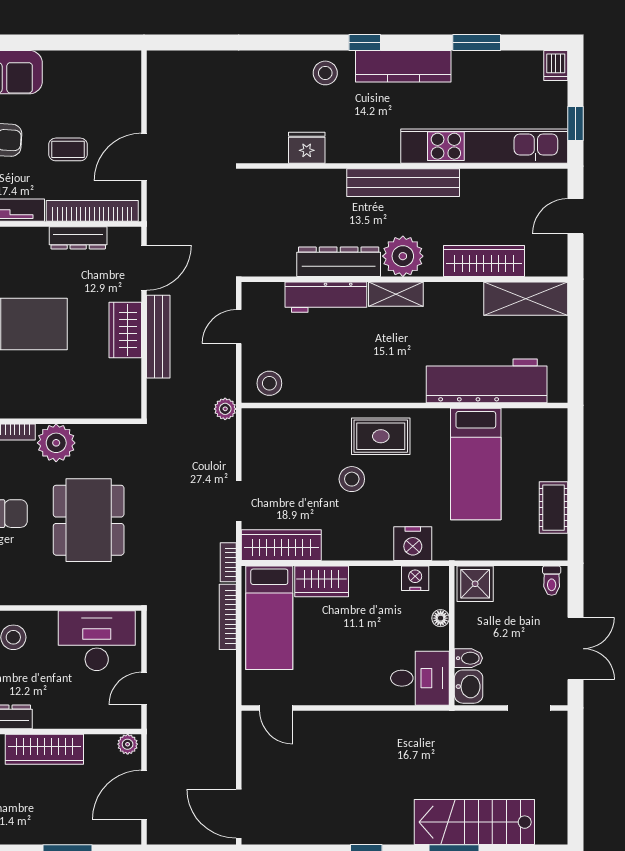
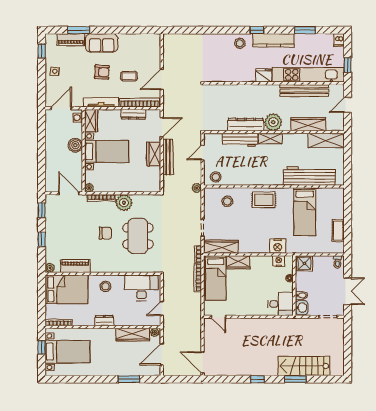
fridge: (307, 148) -> (264, 75), moved
bench: (403, 183) -> (304, 91), moved
stool: (352, 479) -> (227, 201), moved
wardrobe: (44, 749) -> (133, 335), moved

